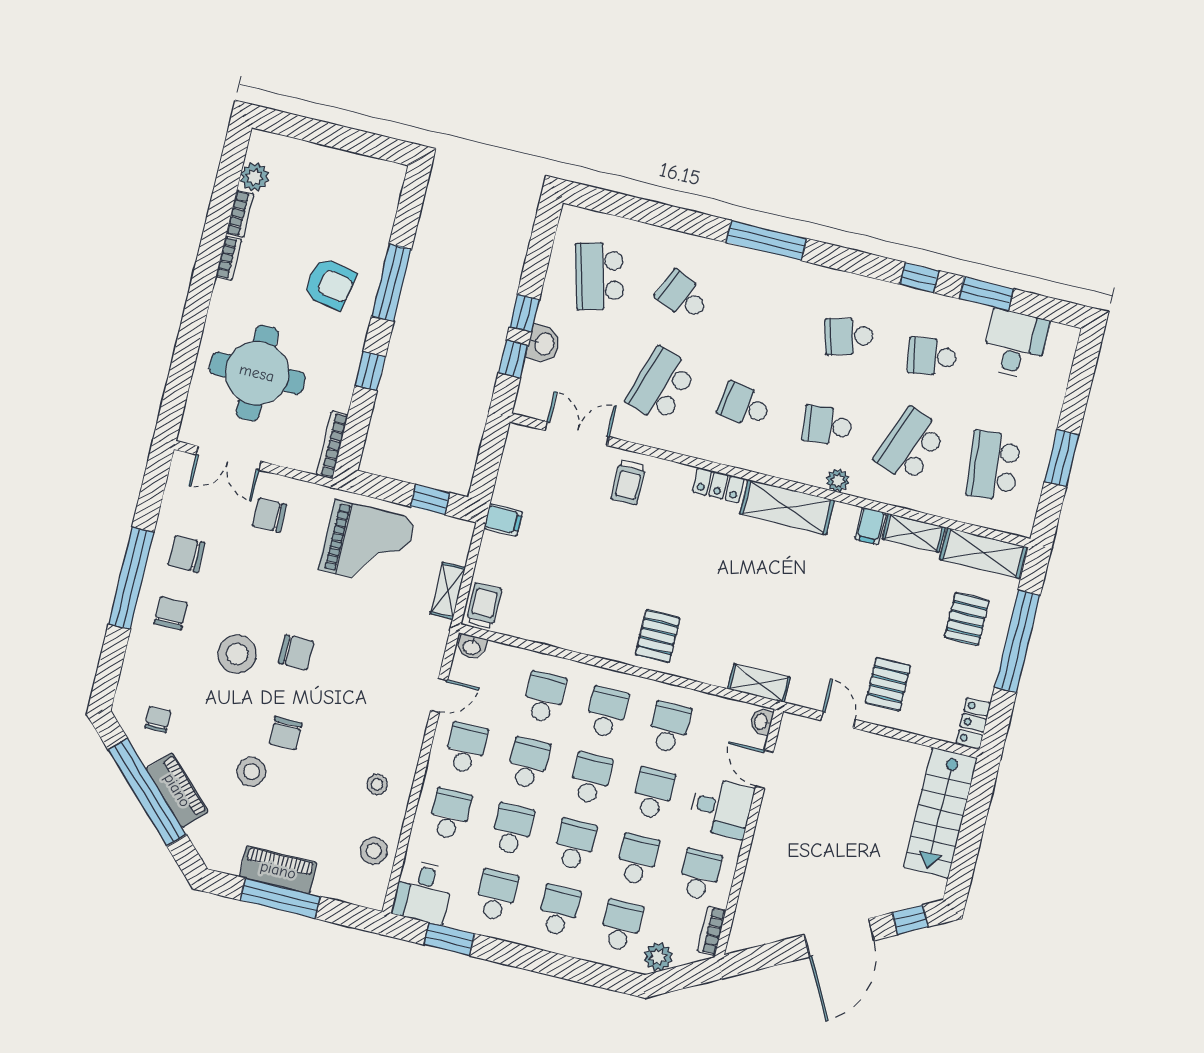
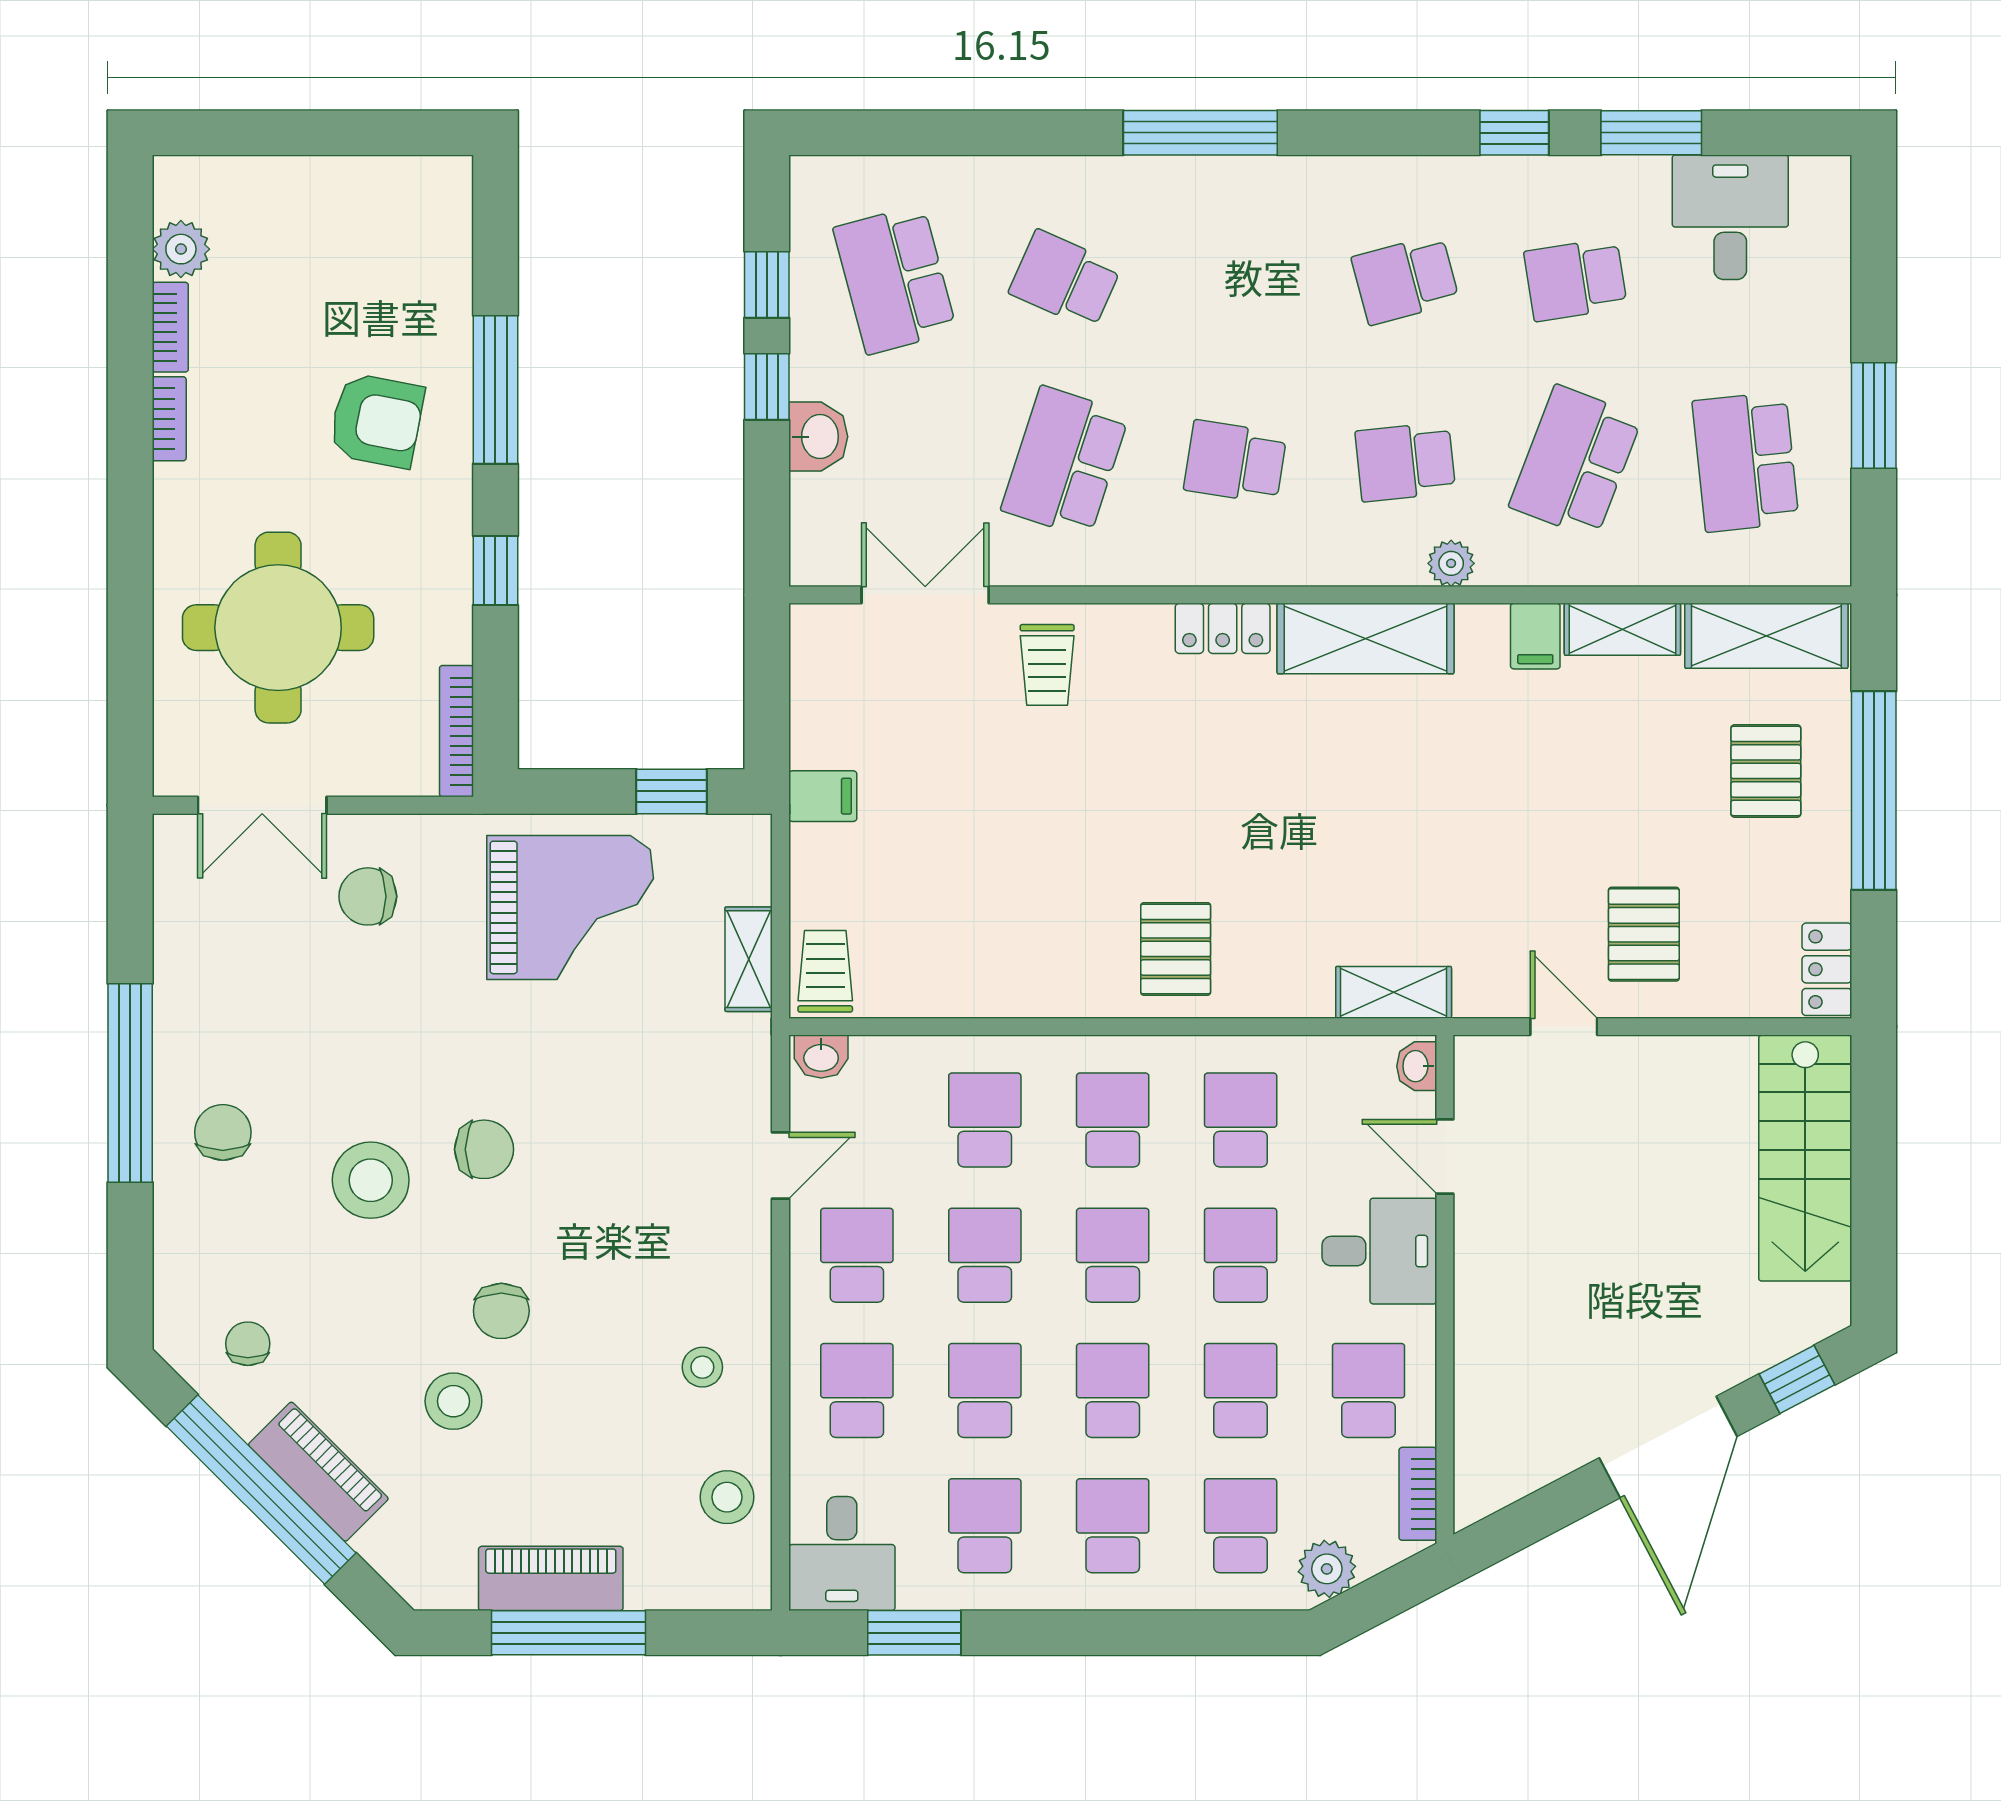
window: (513, 359) -> (767, 285), moved
chair: (187, 554) -> (226, 1011), removed

